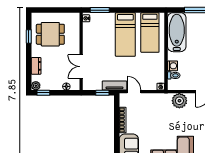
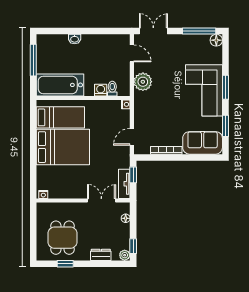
window: (100, 10) -> (33, 178), removed
bed: (125, 35) -> (63, 147), width x1.50
double door: (81, 67) -> (101, 200), swing flipped
tv unit: (114, 85) -> (124, 184), moved

